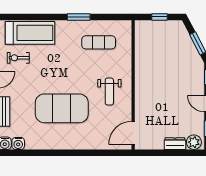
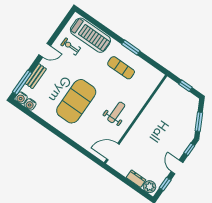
exercise mat: (99, 42) -> (121, 68), moved
weight bench: (109, 92) -> (116, 112), turned 180
exercise mat: (62, 108) -> (76, 101), turned 90

